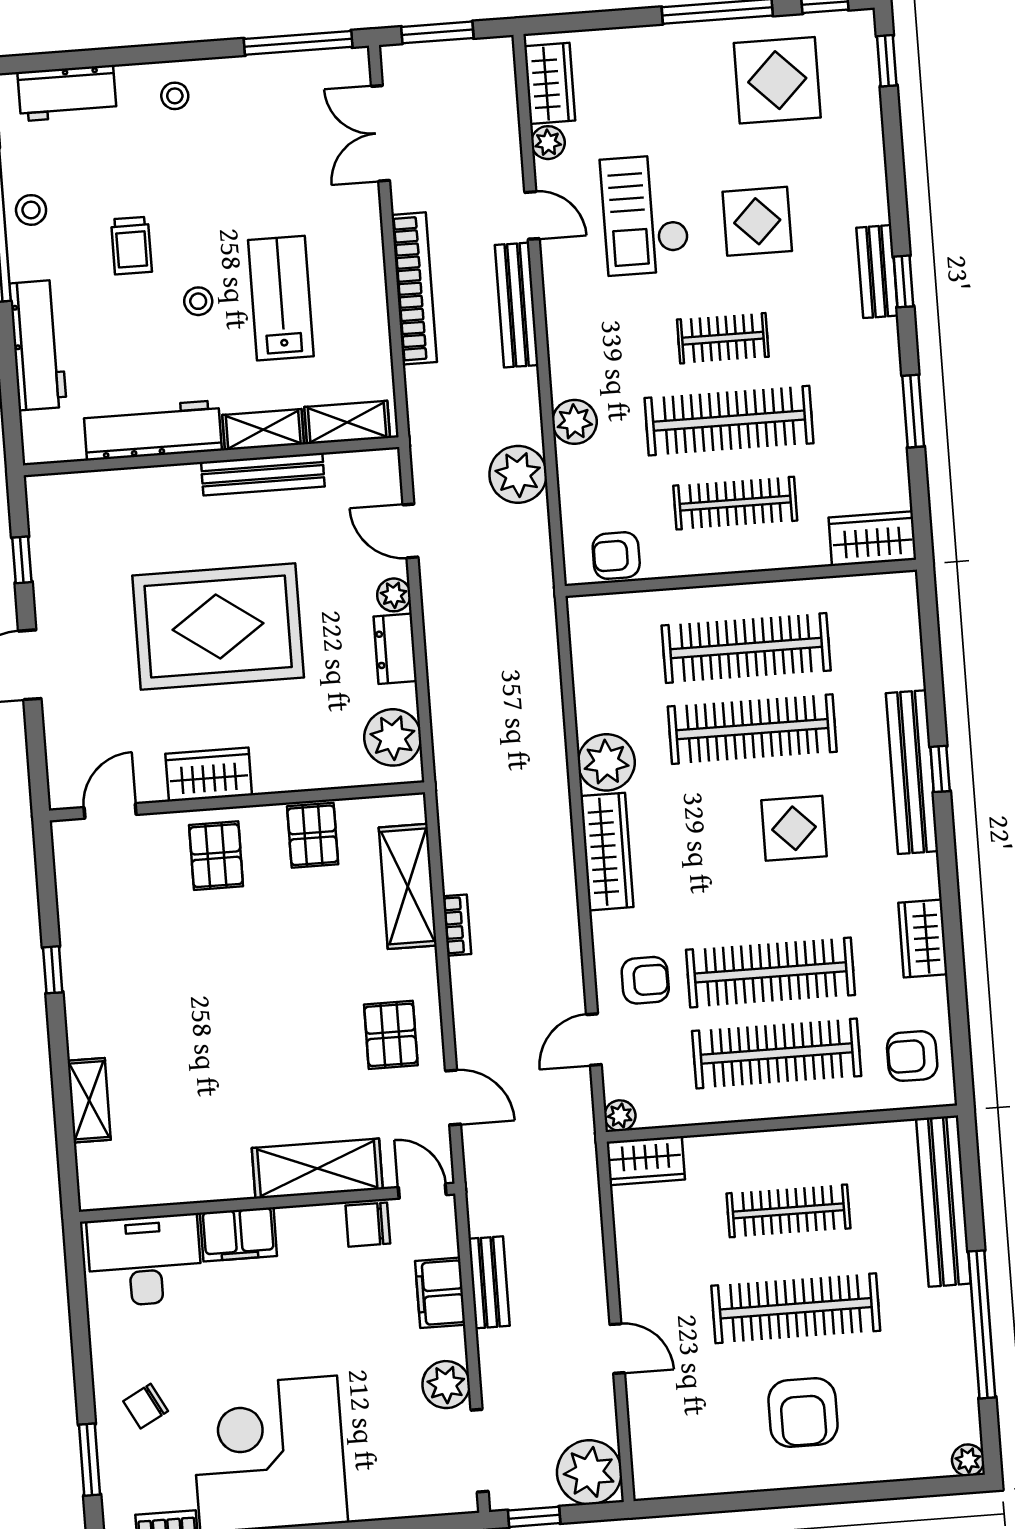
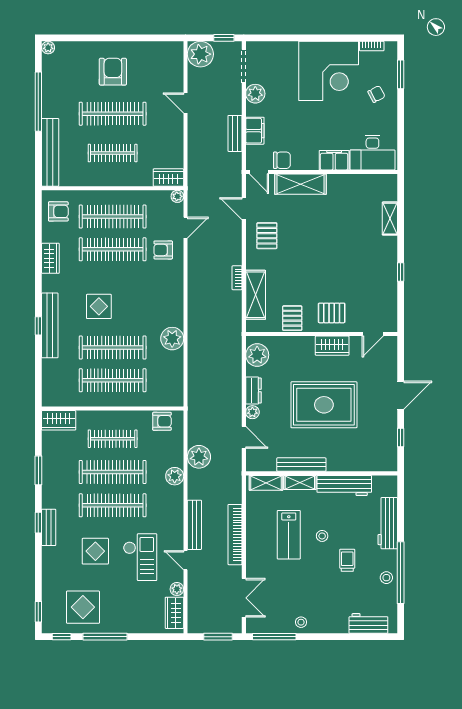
stool: (175, 96) -> (301, 622), moved
clothes rail: (723, 338) -> (113, 505), width x1.86, depth x1.31
wardrobe: (607, 852) -> (175, 303), removed
pallet: (216, 856) -> (332, 313), turned 90

